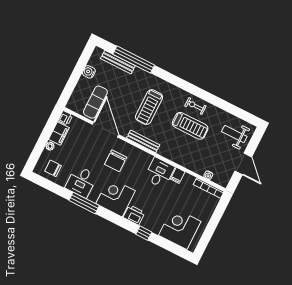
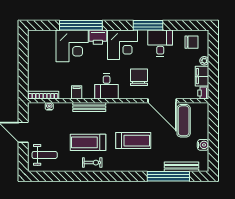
treadmill: (149, 107) -> (133, 141), turned 90
bench: (143, 141) -> (89, 107), moved
desk: (159, 173) -> (107, 86), moved
corner desk: (180, 228) -> (72, 46), moved
window: (144, 233) -> (81, 25), width x3.17

